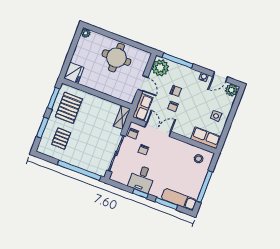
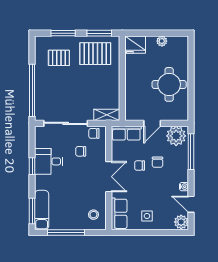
plant: (86, 33) -> (162, 41), moved
double door: (158, 129) -> (109, 177), moved
window: (166, 203) -> (32, 211), moved

